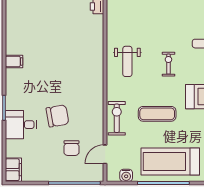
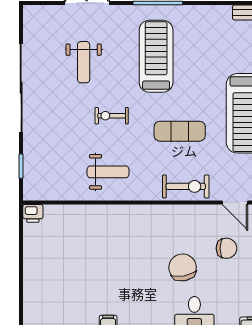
exercise mat: (157, 114) -> (180, 131), turned 90
exercise bike: (117, 118) -> (186, 186), turned 180

